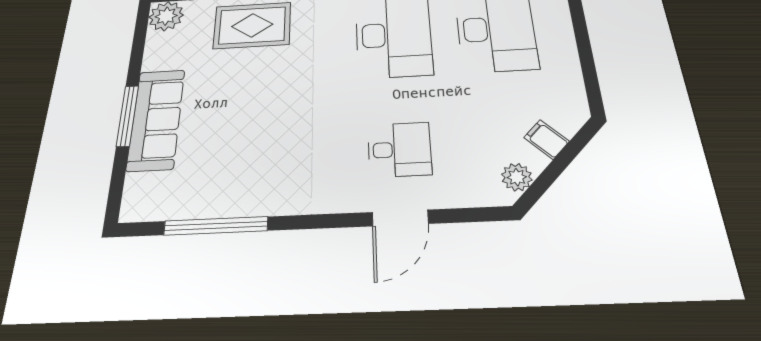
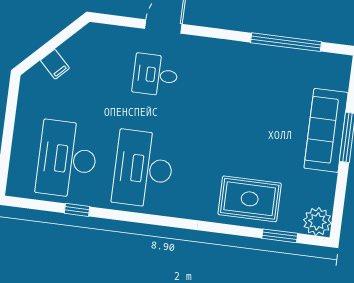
plant: (517, 177) -> (82, 41), removed

